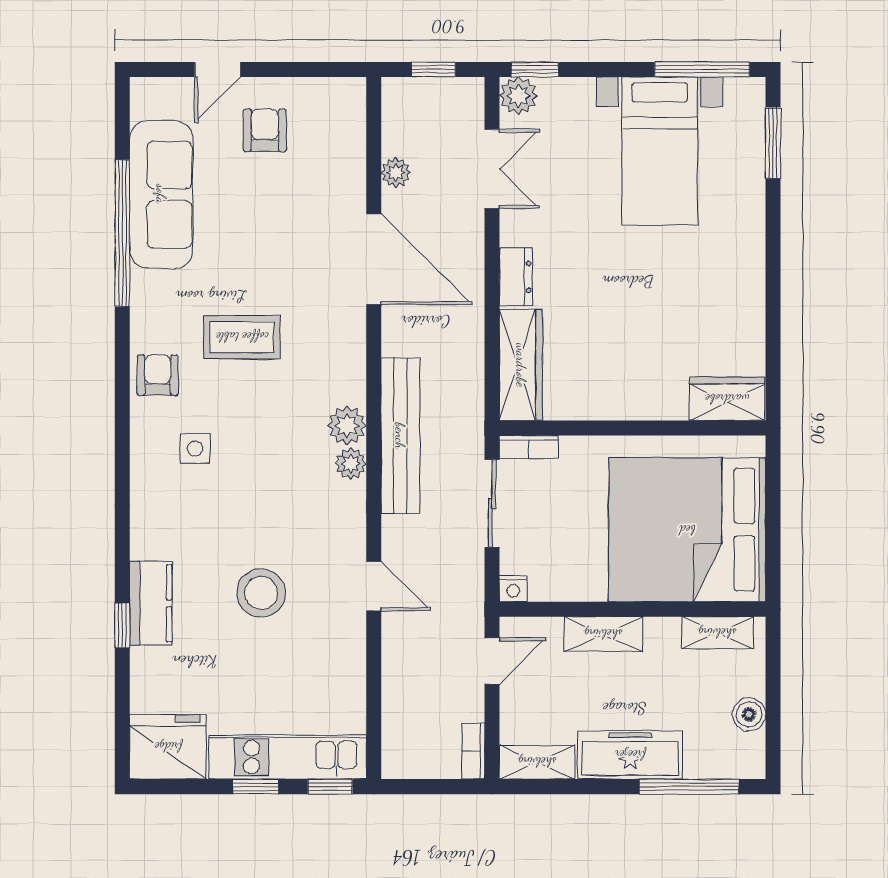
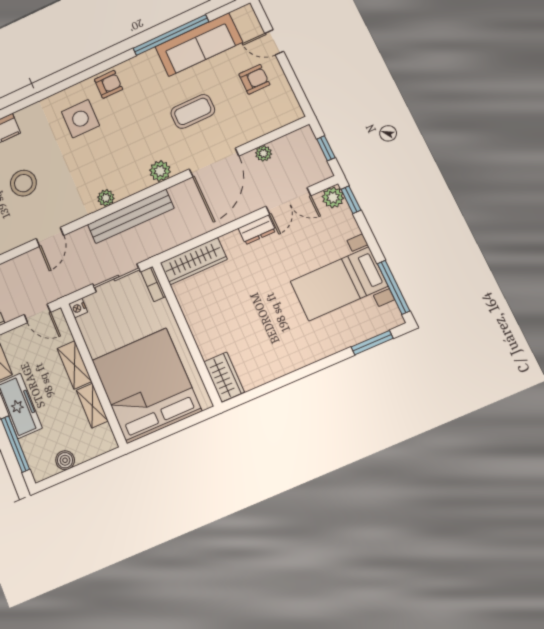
dresser: (516, 277) -> (257, 230), moved
coffee table: (242, 337) -> (193, 111), moved, turned 90
plant: (347, 426) -> (160, 171), moved
side table: (195, 448) -> (80, 119), width x1.87, depth x1.87
shelving: (717, 633) -> (92, 406), moved

